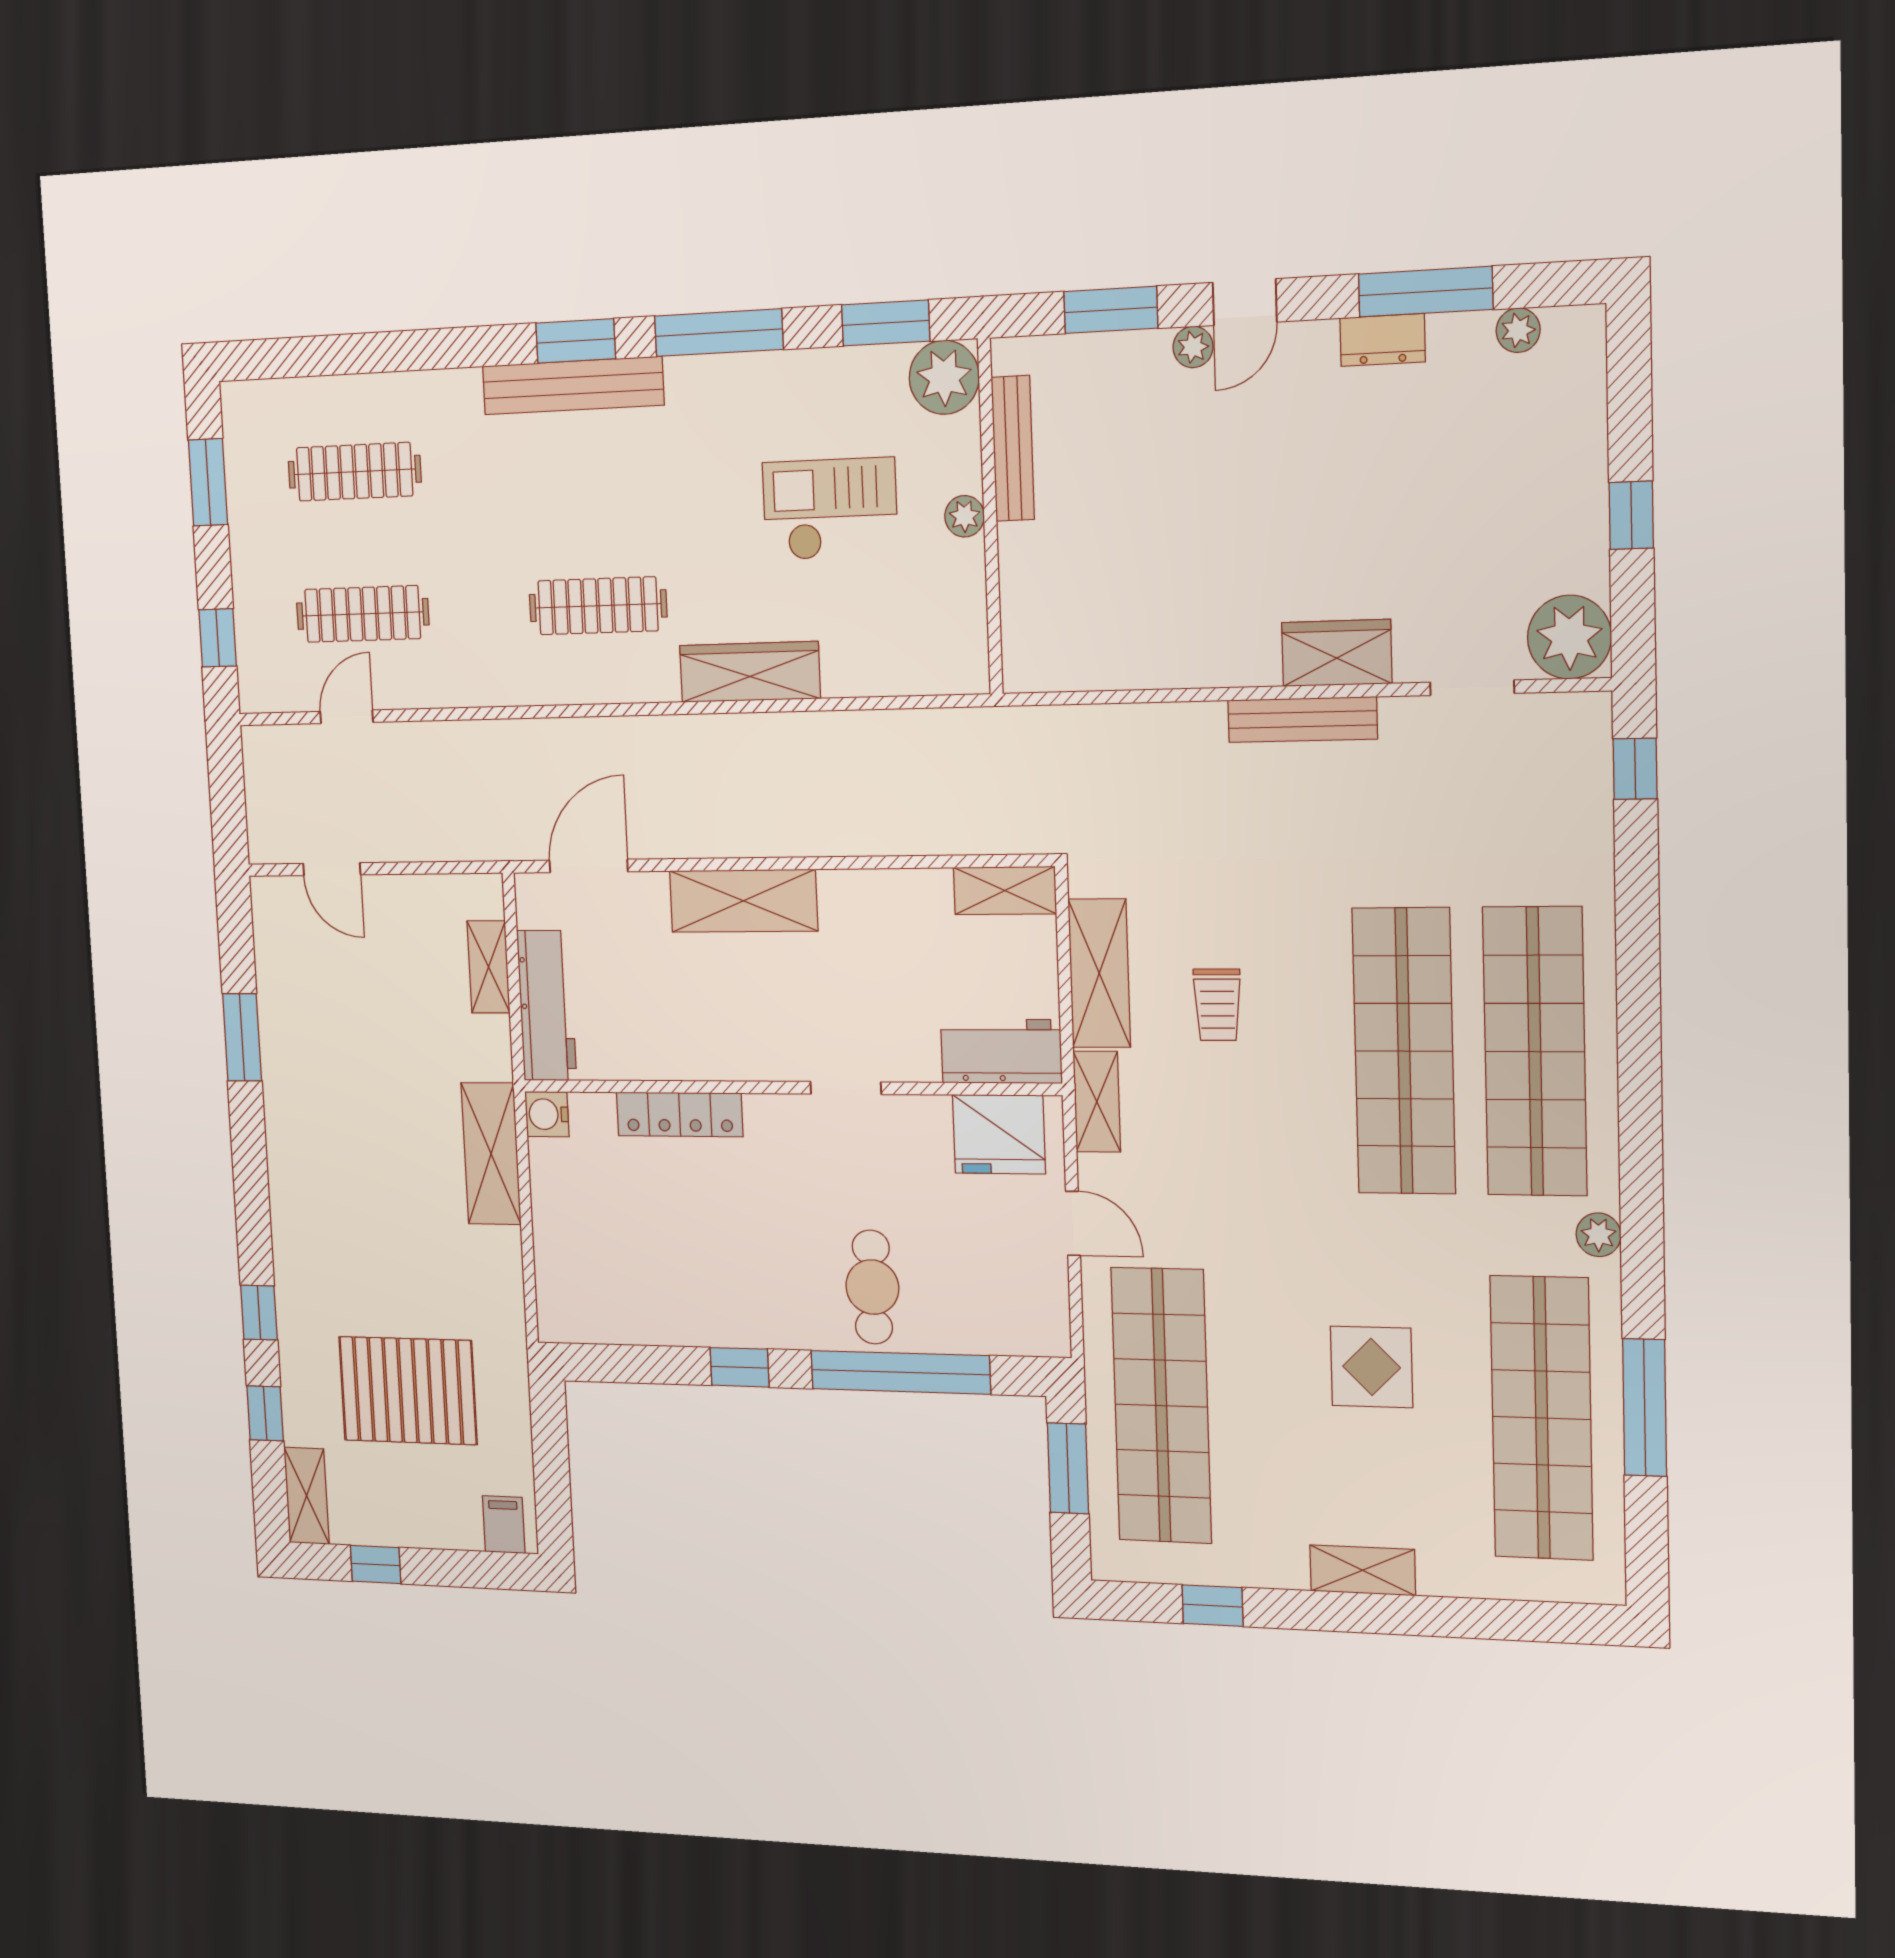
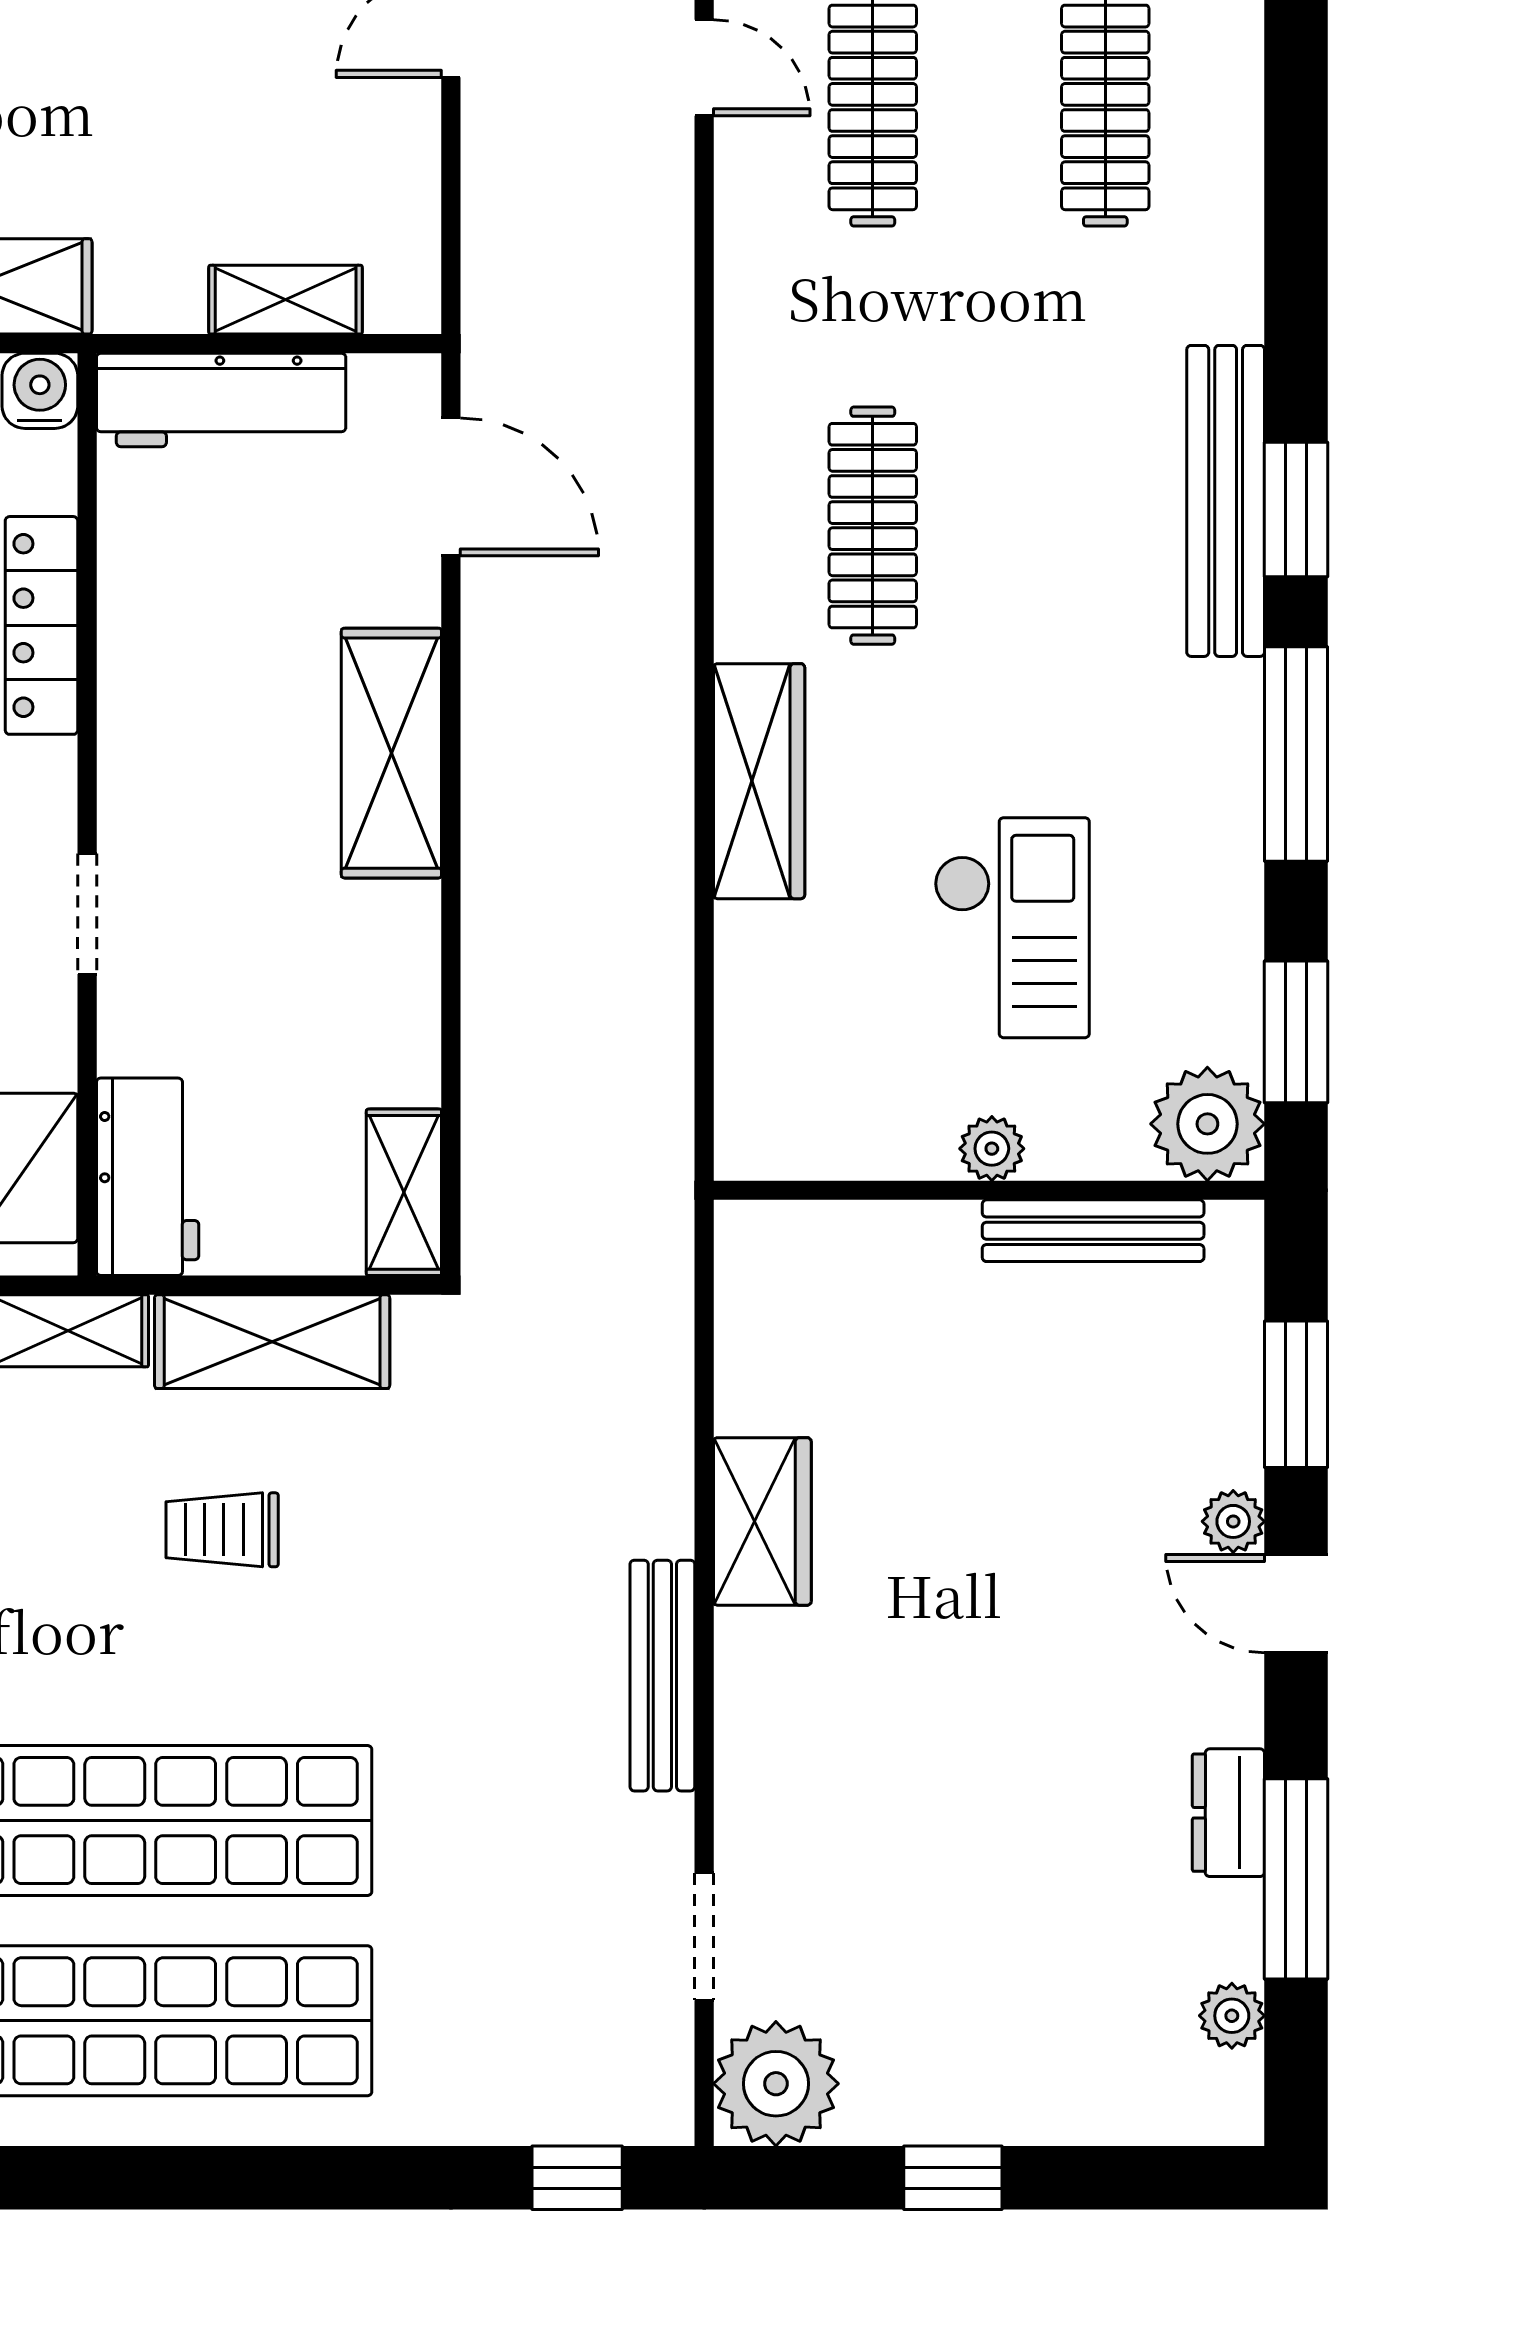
wardrobe: (1337, 653) -> (762, 1521), moved

